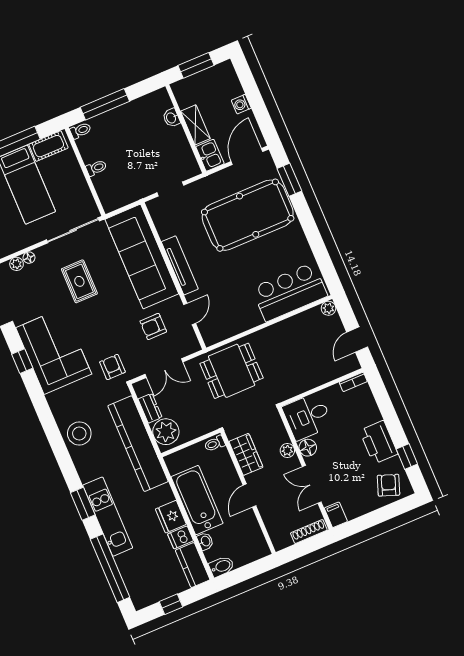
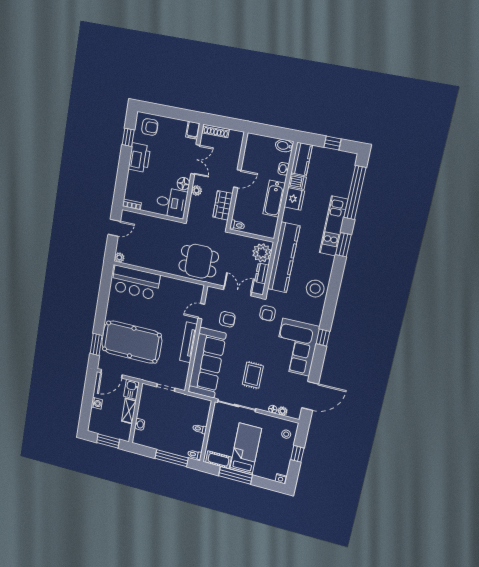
window: (22, 361) -> (323, 337), moved
armchair: (389, 485) -> (150, 127), turned -110
bathtub: (197, 500) -> (274, 199), width x0.73, depth x0.73

